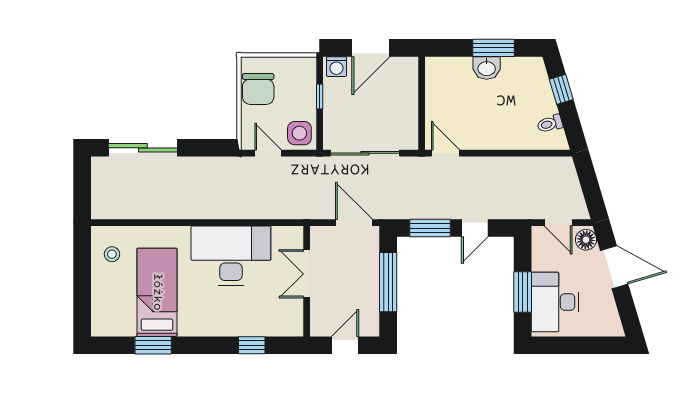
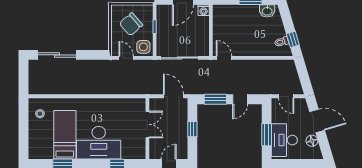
washing machine: (336, 67) -> (204, 10), moved
washbasin: (487, 68) -> (267, 11), moved
chair: (258, 89) -> (131, 24), moved, turned 49
window: (561, 89) -> (293, 39), moved
floor lamp: (586, 240) -> (312, 141), moved
desk: (231, 256) -> (99, 143), moved, turned 180
double door: (307, 274) -> (147, 124), swing flipped
window: (388, 282) -> (192, 129), width x0.46

